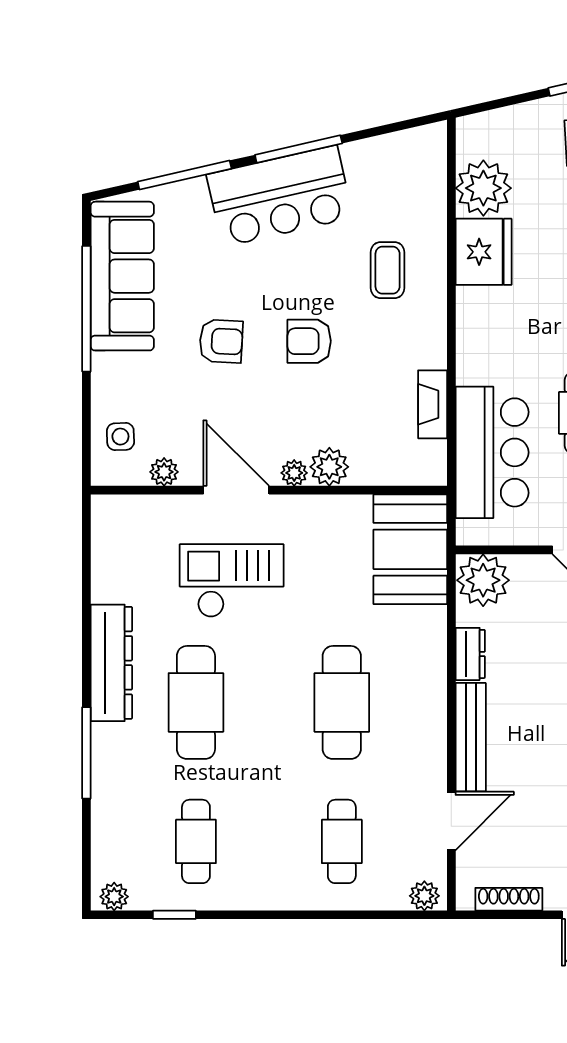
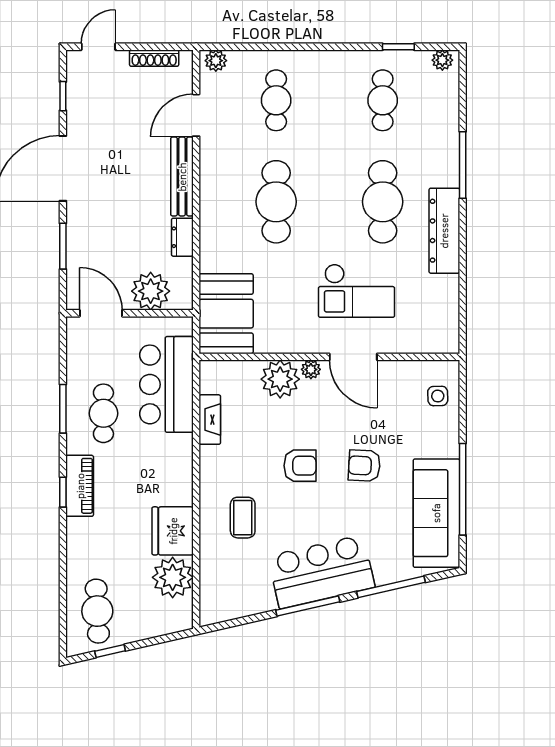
plant: (329, 467) -> (280, 379), width x1.36, depth x1.36
plant: (164, 472) -> (406, 370), removed
plant: (483, 580) -> (151, 291), moved

